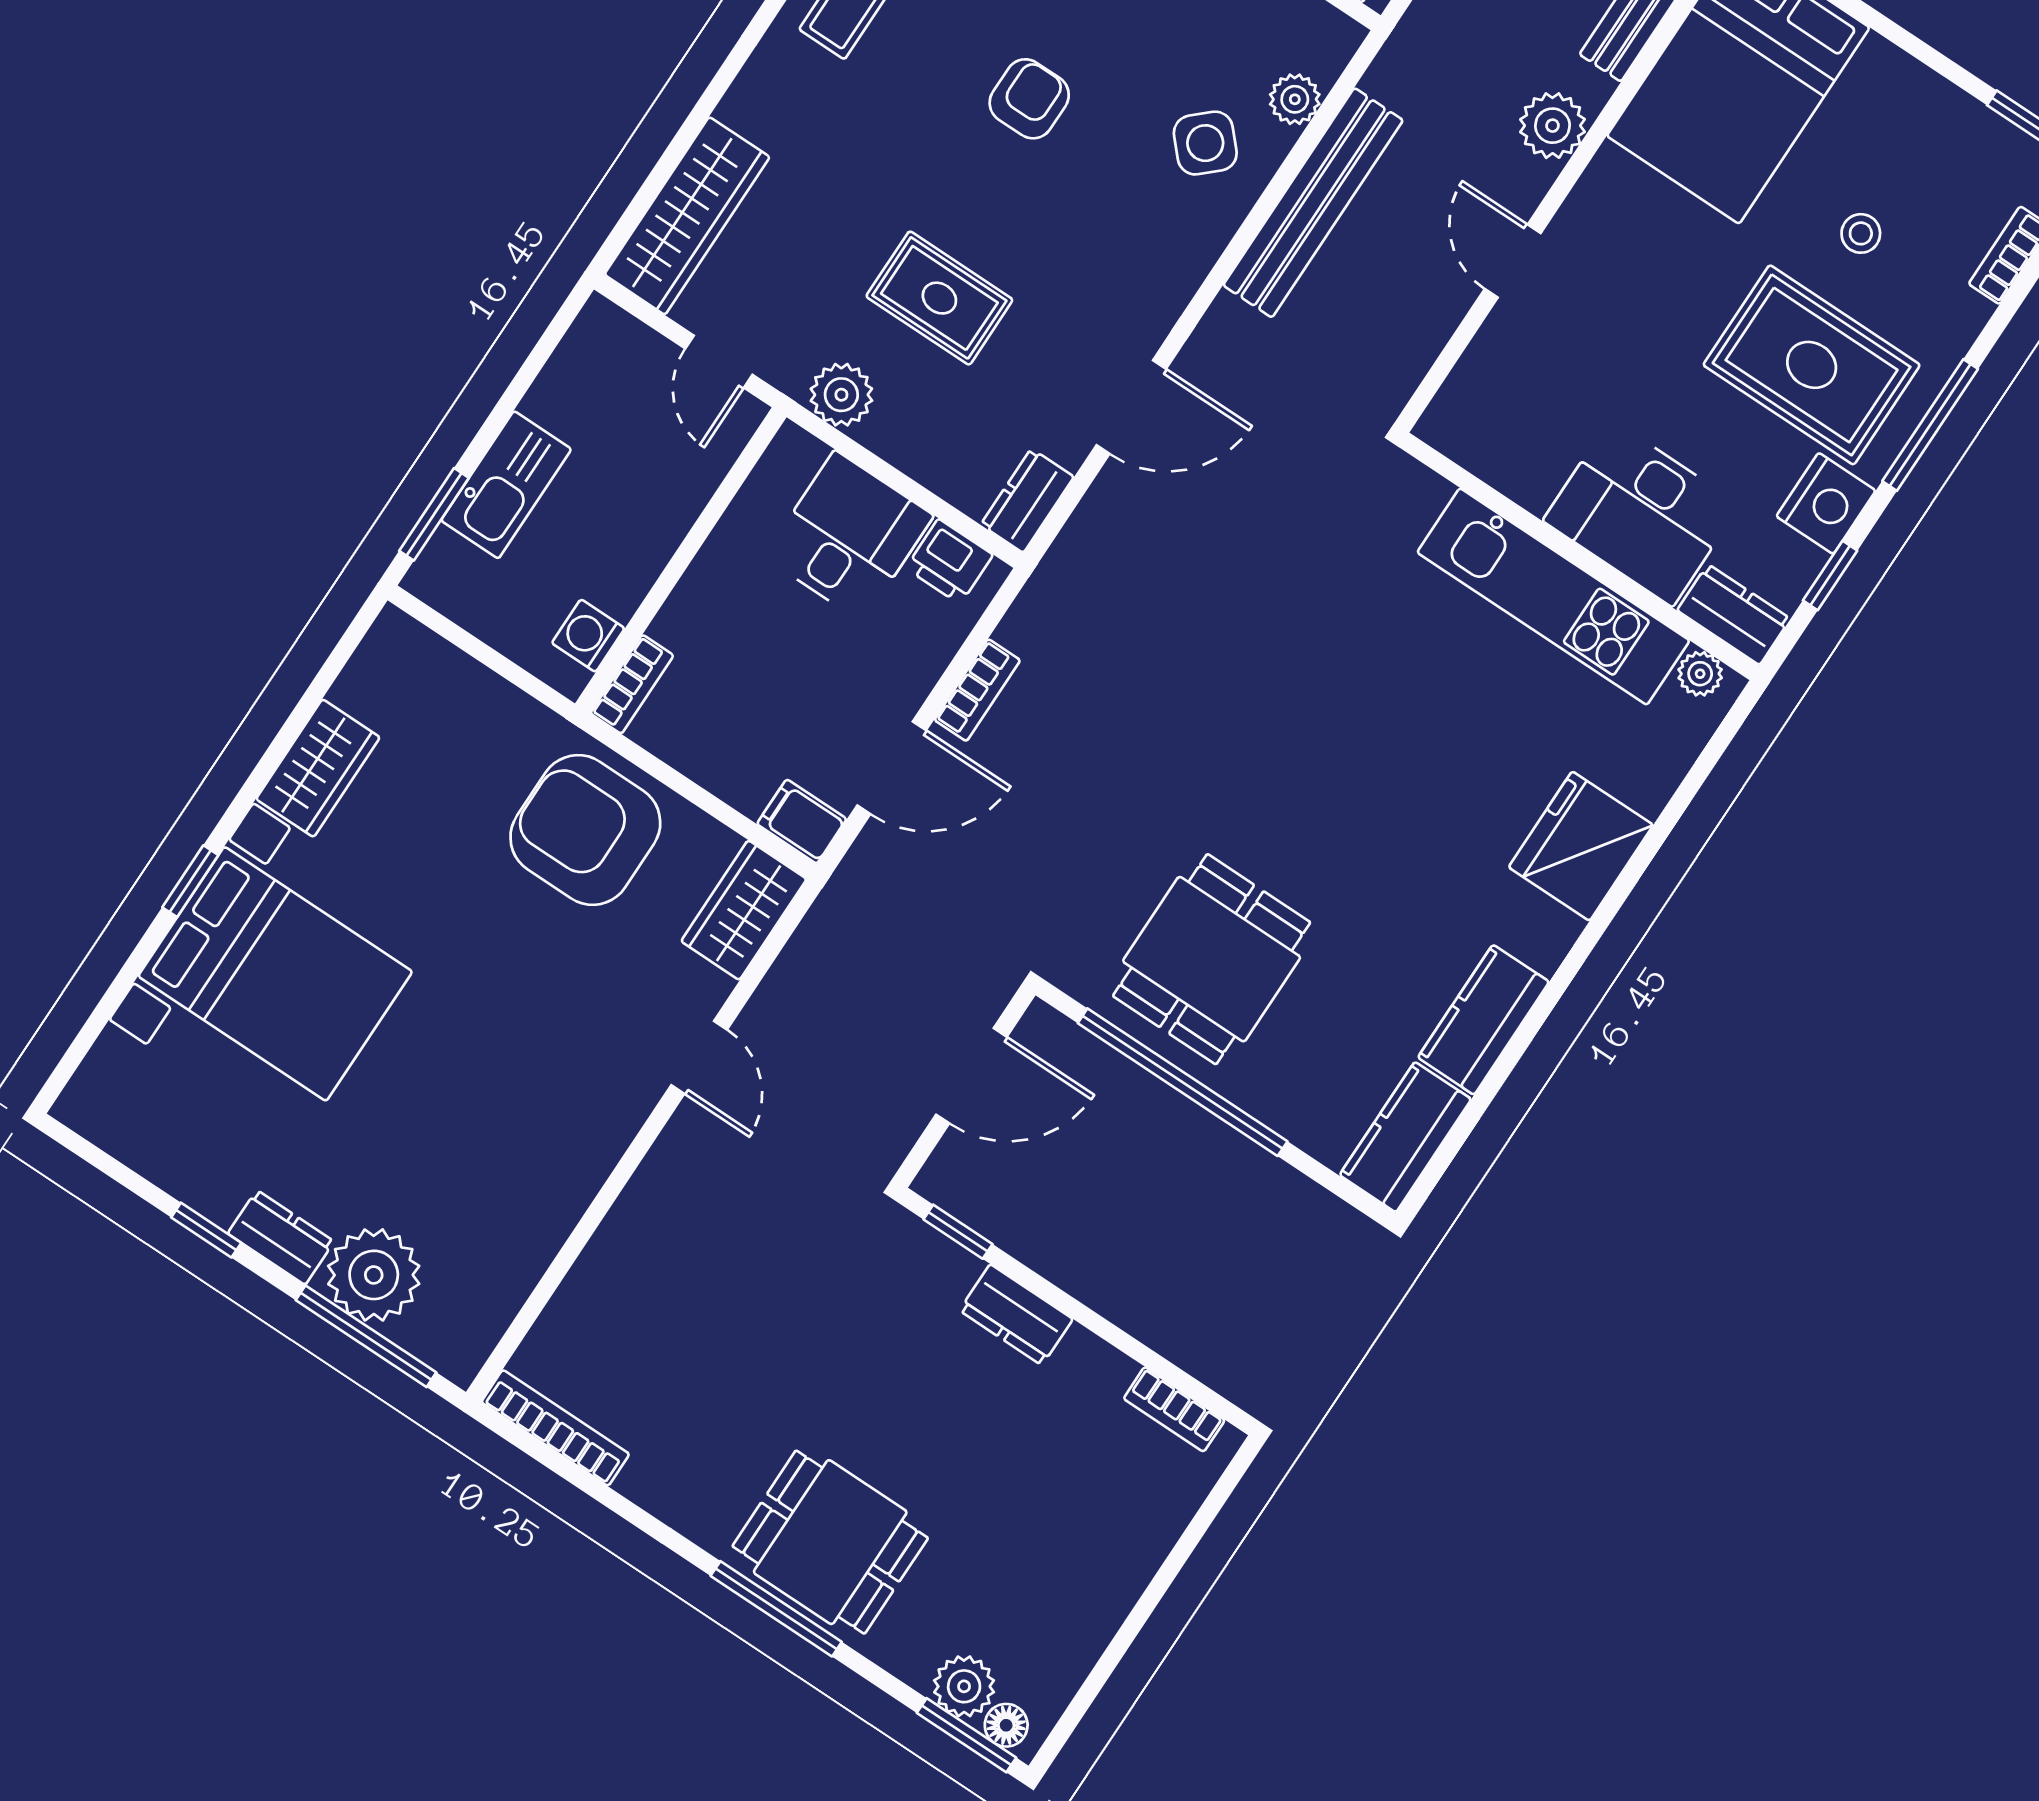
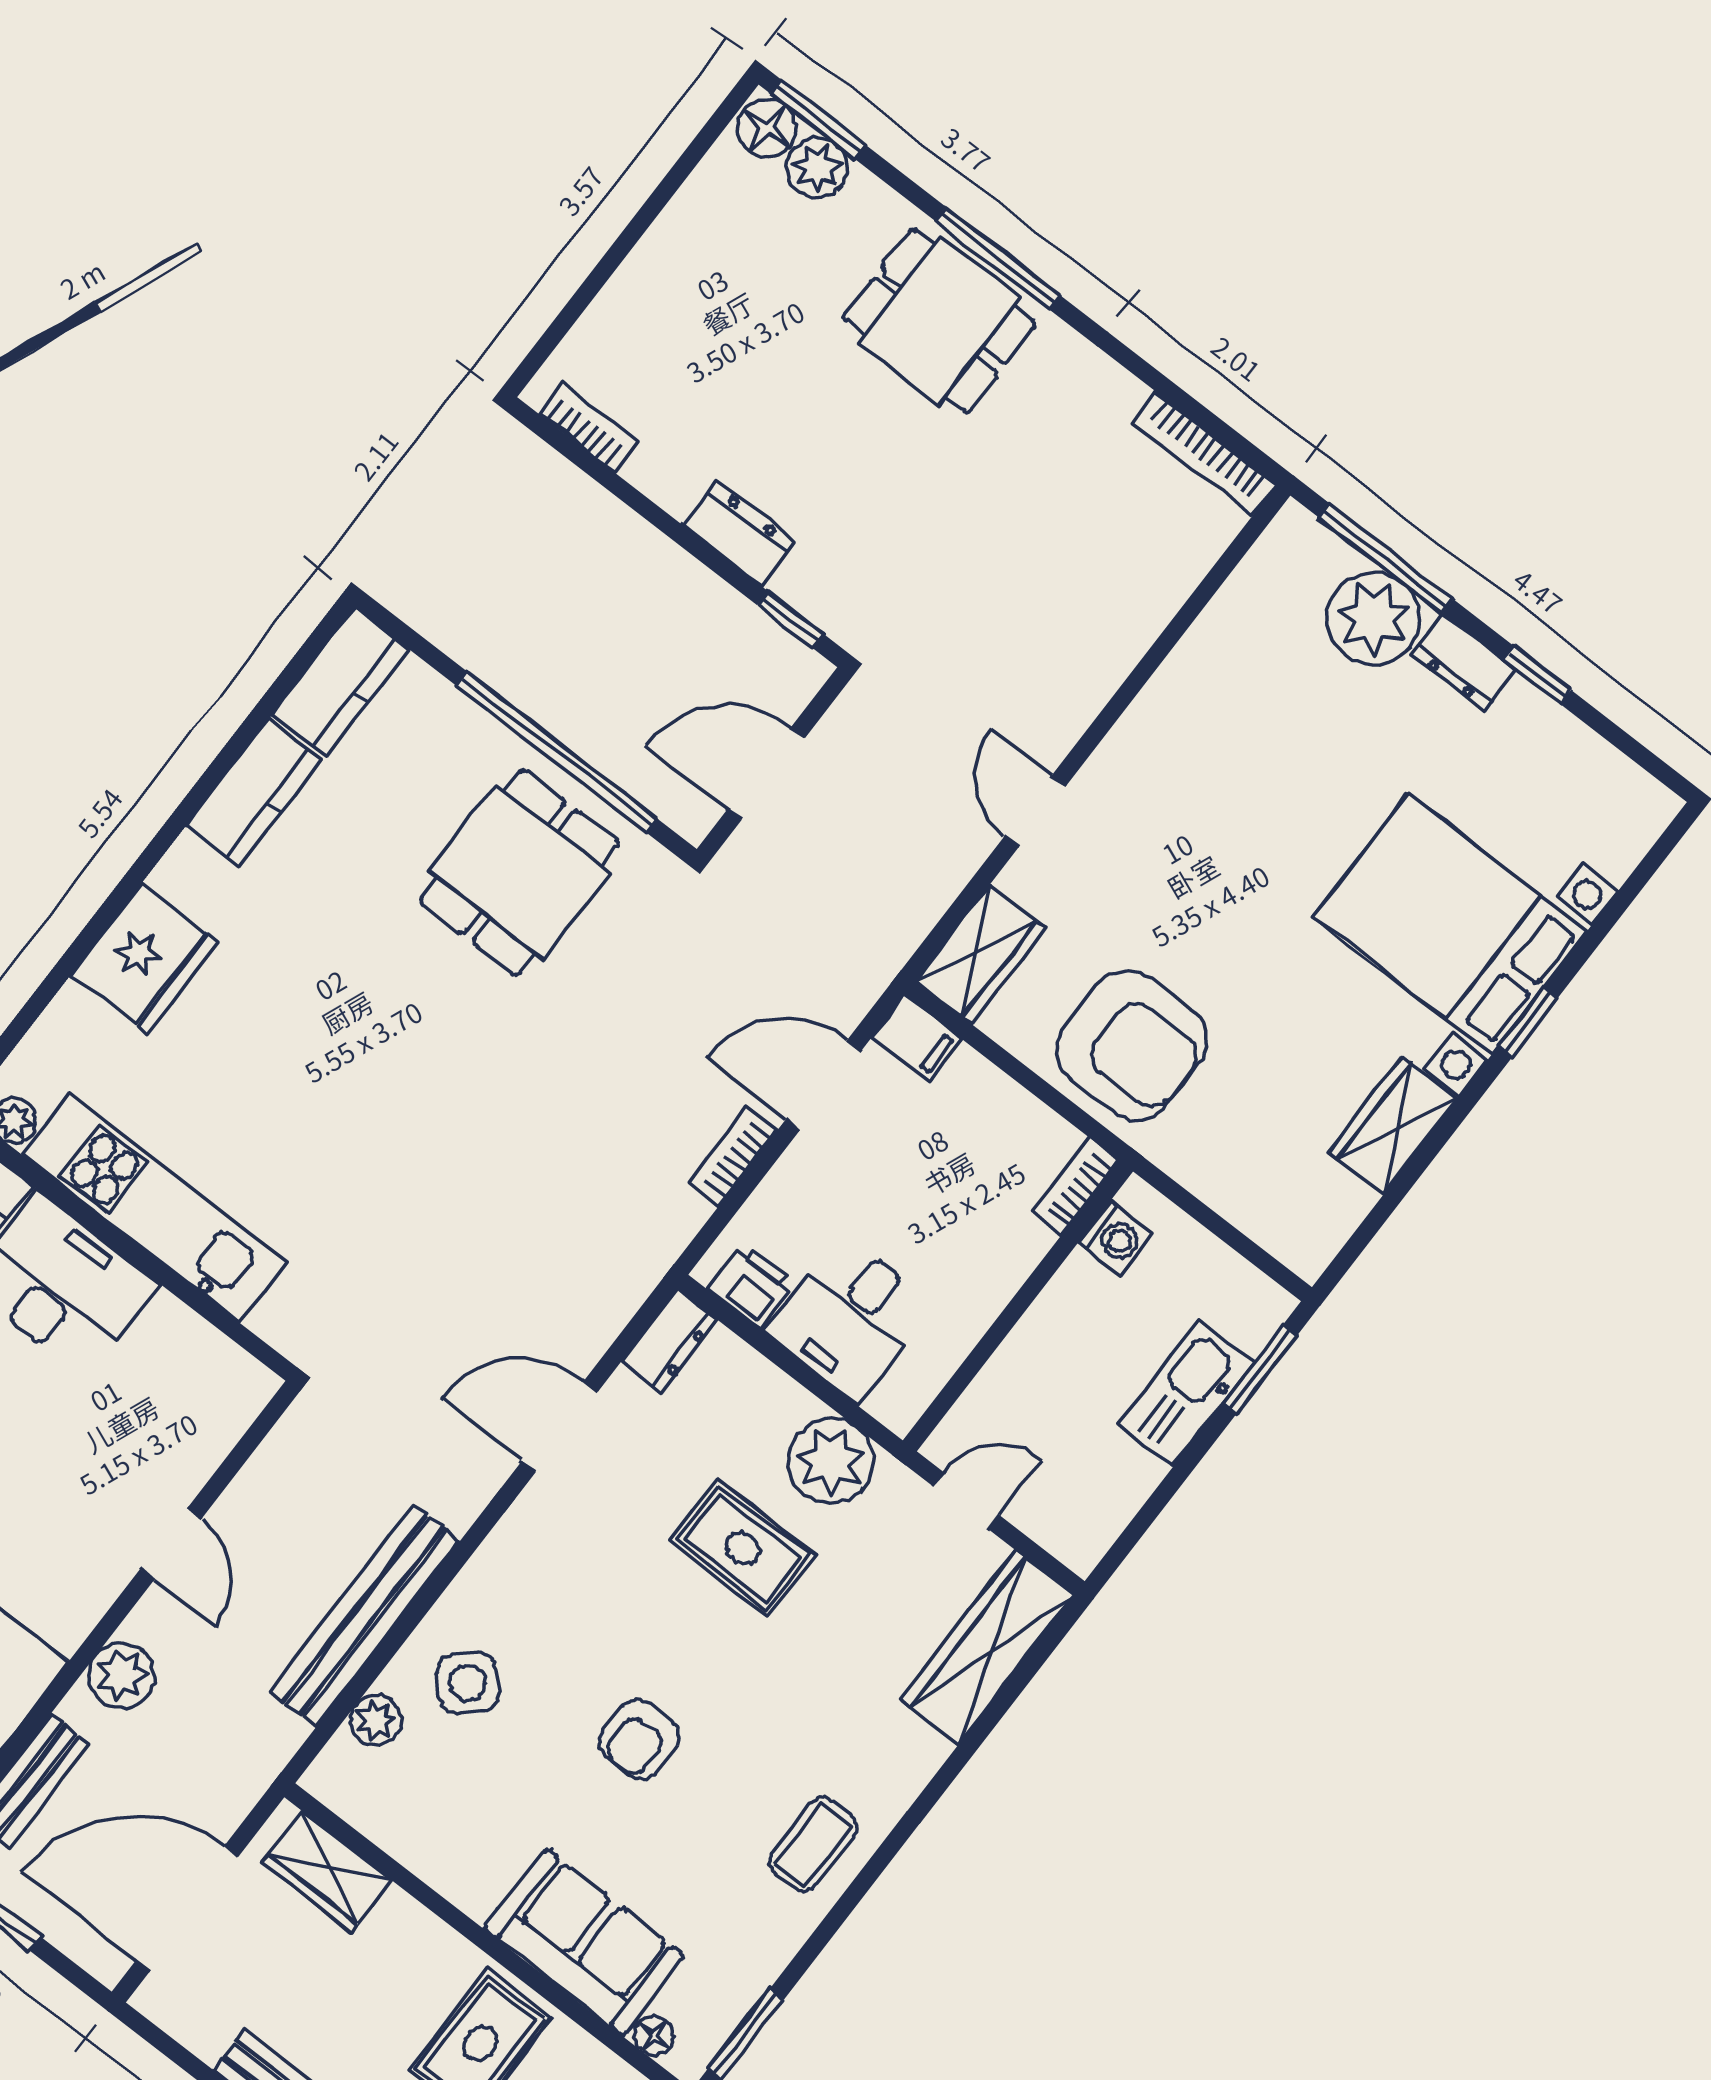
door: (719, 362) -> (966, 1501), hinge flipped
plant: (841, 395) -> (831, 1461), width x1.36, depth x1.36
floor lamp: (1006, 1725) -> (767, 128), width x1.37, depth x1.37

